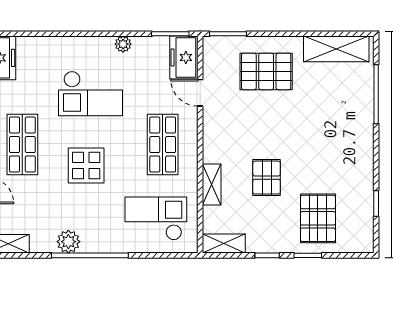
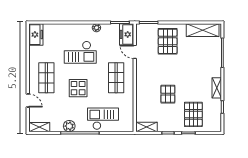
pallet: (266, 71) -> (168, 41), turned 90
shelving: (212, 185) -> (217, 88), moved
checkout: (156, 218) -> (103, 119), moved

